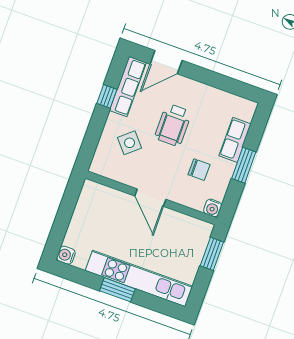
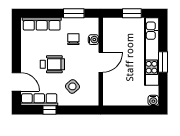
row of seats: (235, 140) -> (42, 24), width x1.48
window: (244, 165) -> (74, 13), moved
water cooler: (213, 208) -> (94, 40), moved
window: (212, 254) -> (132, 13), moved

